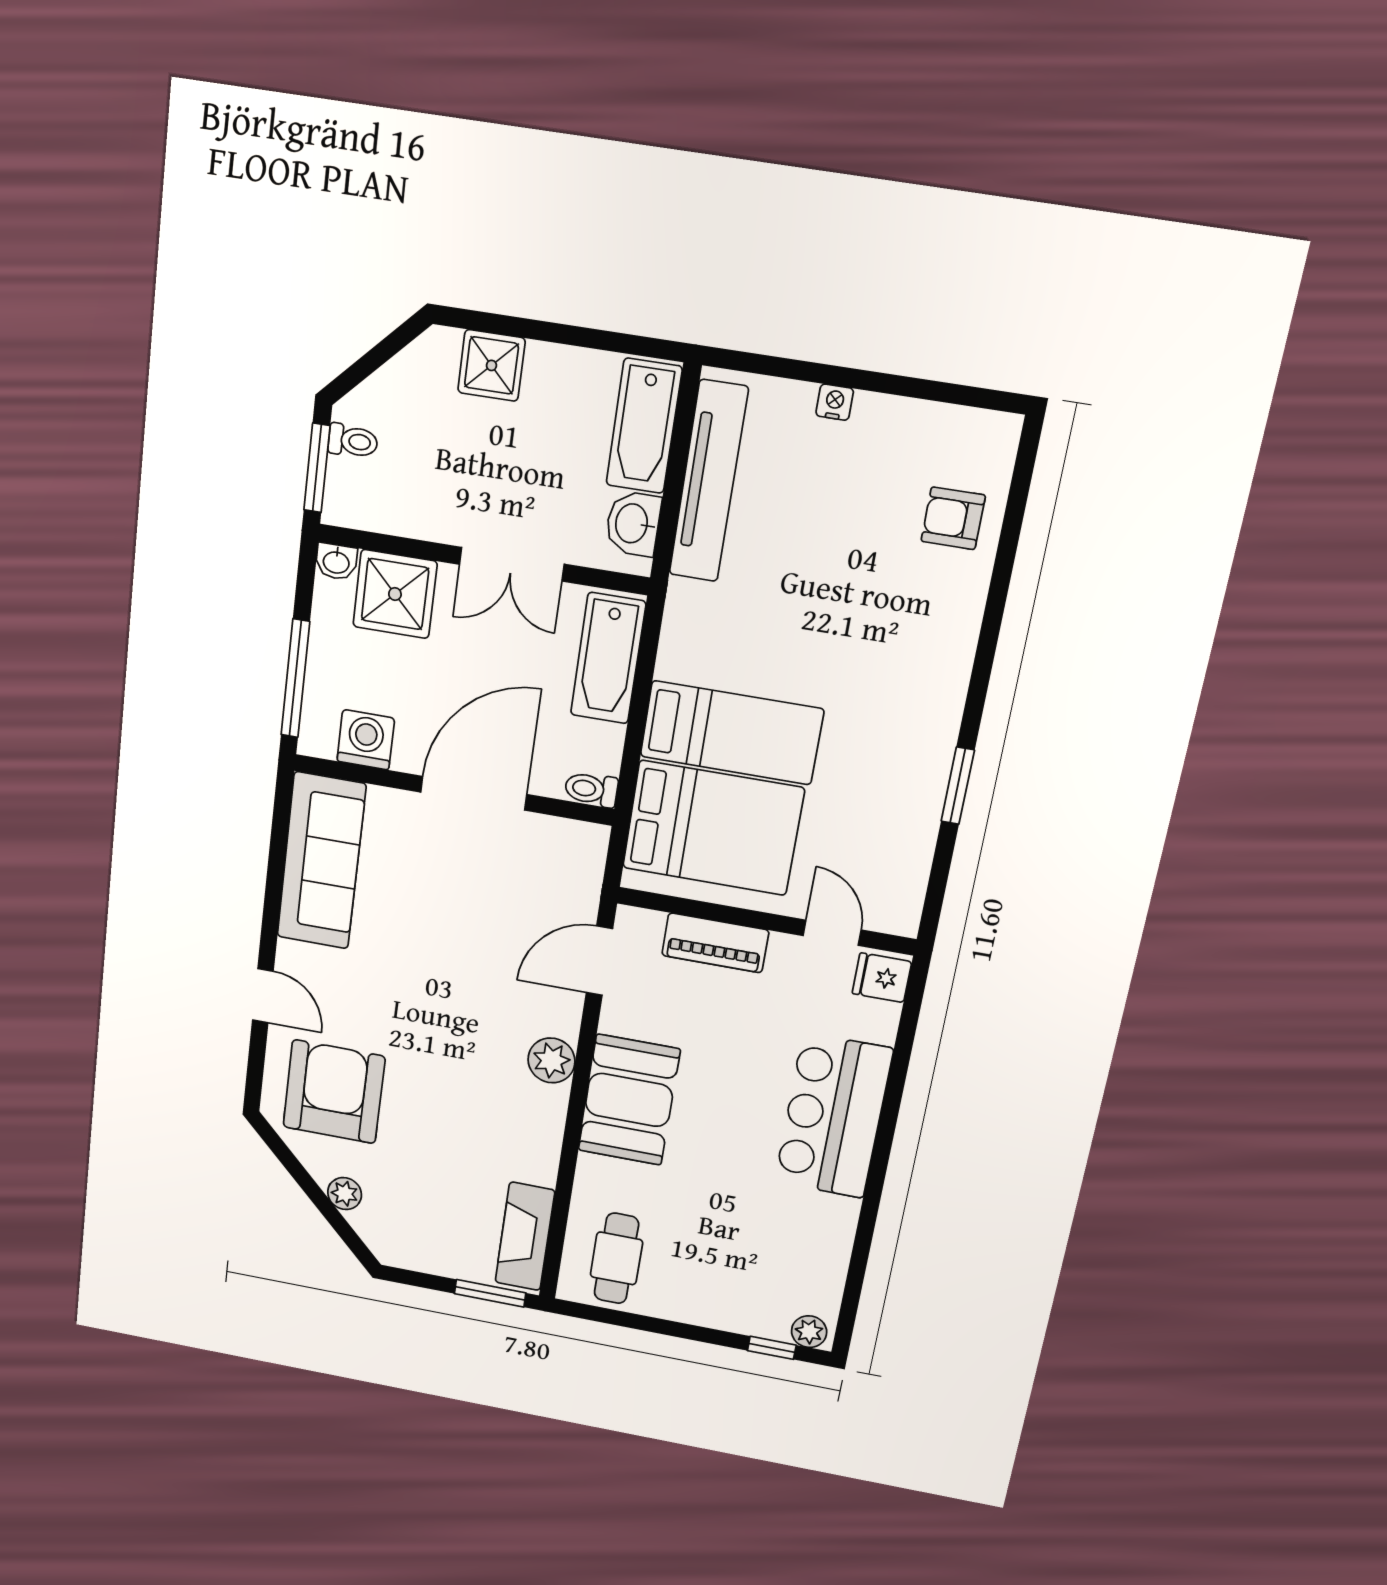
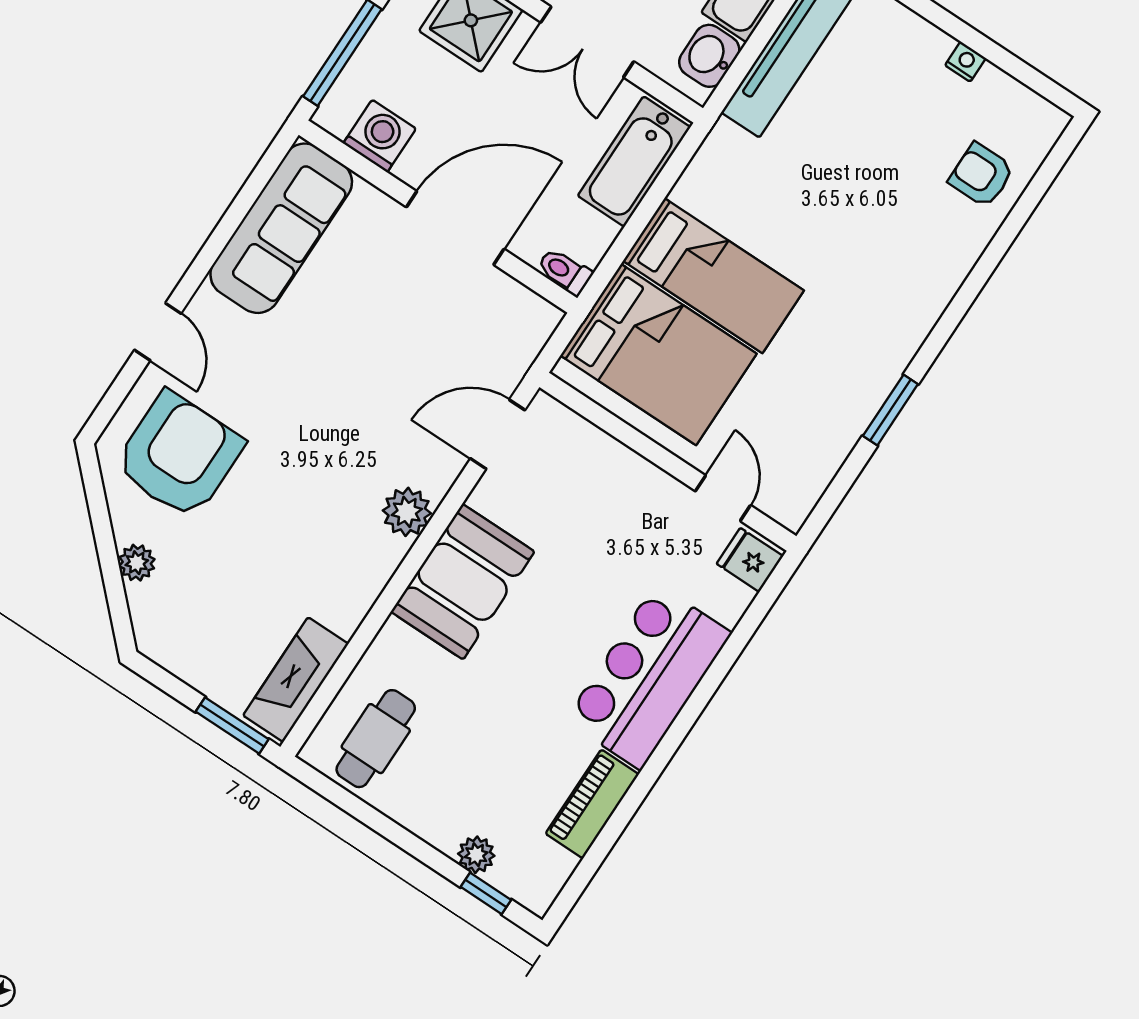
nightstand: (835, 402) -> (965, 62), moved
piano: (715, 943) -> (592, 804), moved, turned 90
plant: (809, 1332) -> (476, 855), moved

